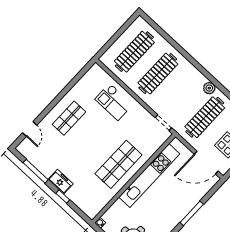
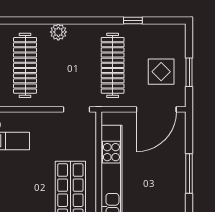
plant: (209, 88) -> (58, 32), moved

